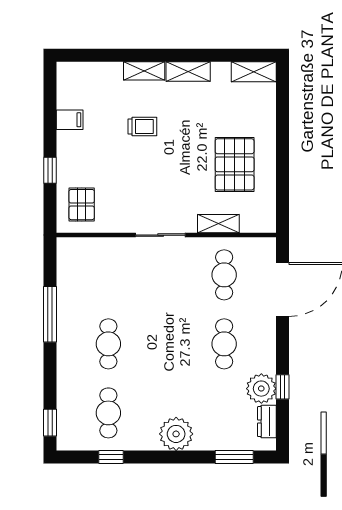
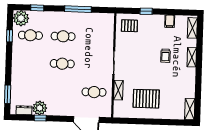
shelving: (188, 71) -> (192, 28), moved
cafe table: (224, 344) -> (62, 64), moved
window: (50, 423) -> (37, 8), moved
plant: (176, 434) -> (21, 18), moved

